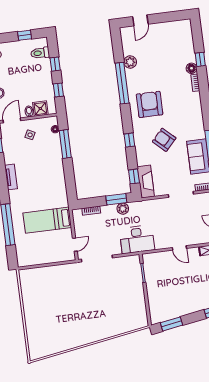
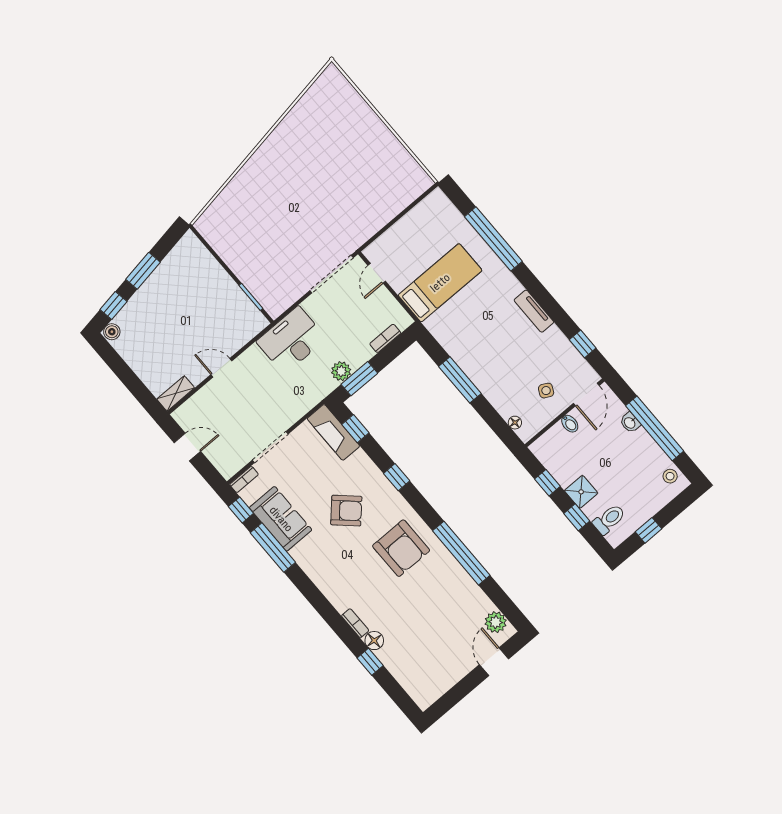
plant: (130, 62) -> (496, 622), moved
shower: (40, 109) -> (581, 492), moved
window: (65, 144) -> (460, 380), moved
window: (172, 324) -> (143, 271), moved

